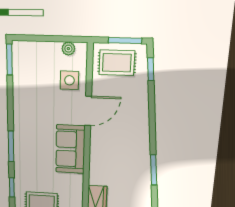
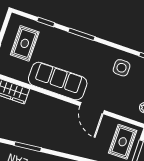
side table: (69, 80) -> (122, 68), moved
sofa: (70, 149) -> (58, 81), width x1.36

